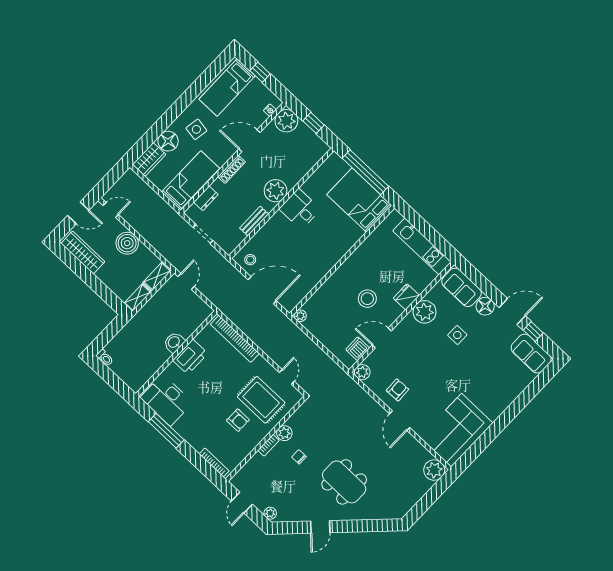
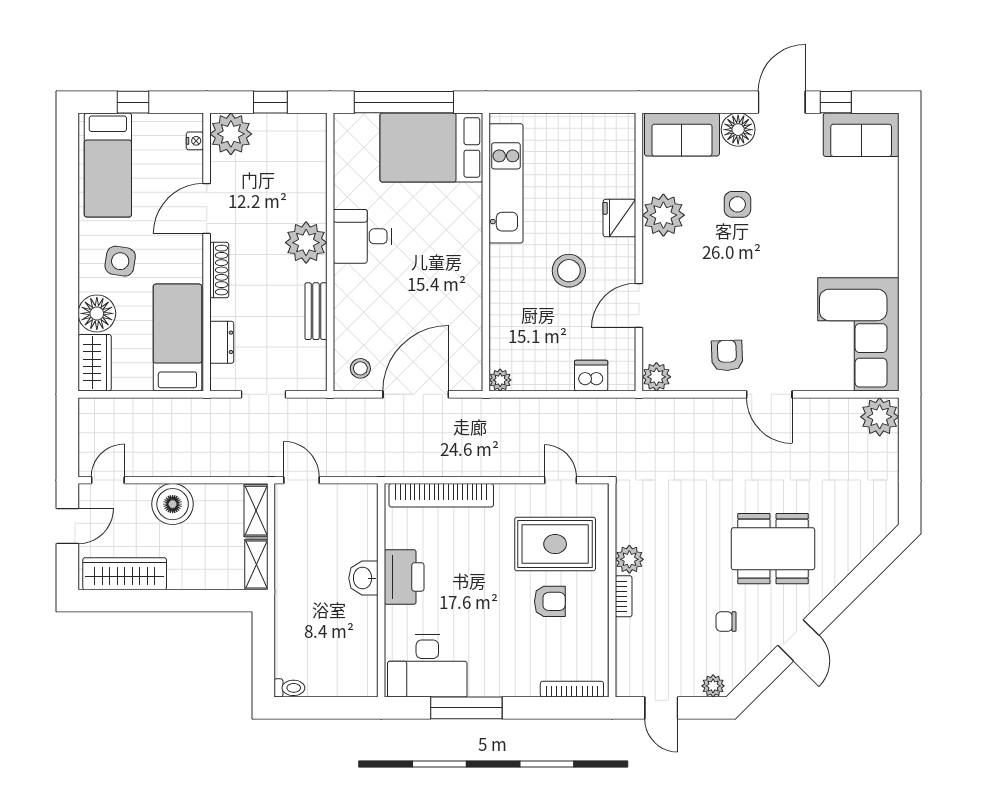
kitchen unit: (422, 246) -> (506, 183), moved, turned -90
dishwasher: (358, 349) -> (591, 376), moved, turned 90
chair: (299, 457) -> (726, 622), moved

